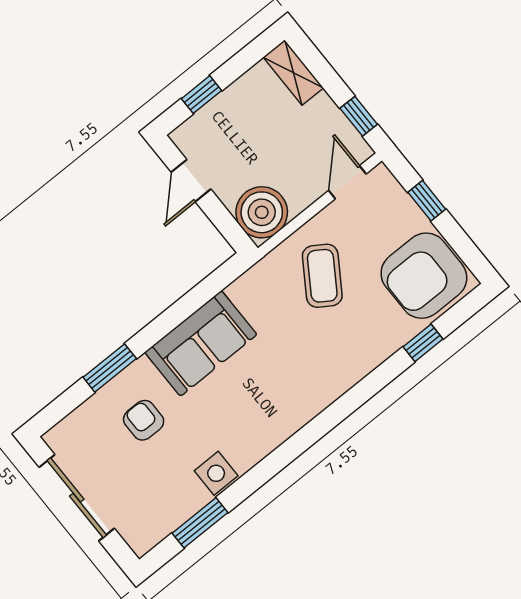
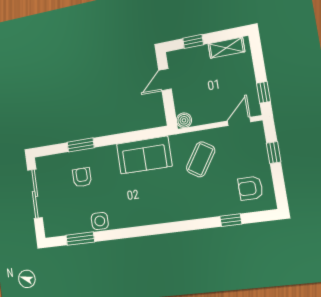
shelving: (293, 73) -> (226, 48), moved, turned 90
boiler: (262, 212) -> (184, 120), width x0.54, depth x0.54
armchair: (424, 276) -> (250, 188), width x0.53, depth x0.53
sofa: (201, 343) -> (144, 155), moved

